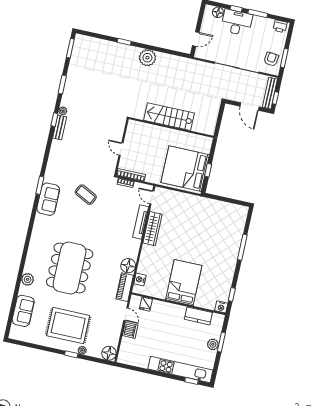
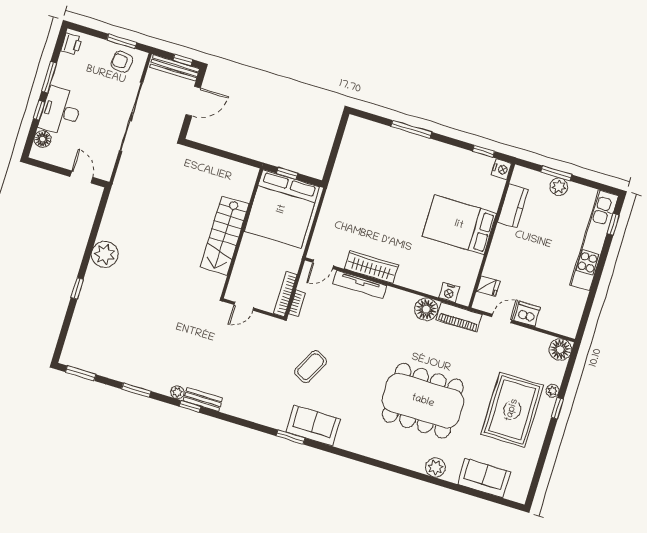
stairs: (169, 117) -> (225, 236), moved
wall: (171, 127) -> (242, 233), moved

